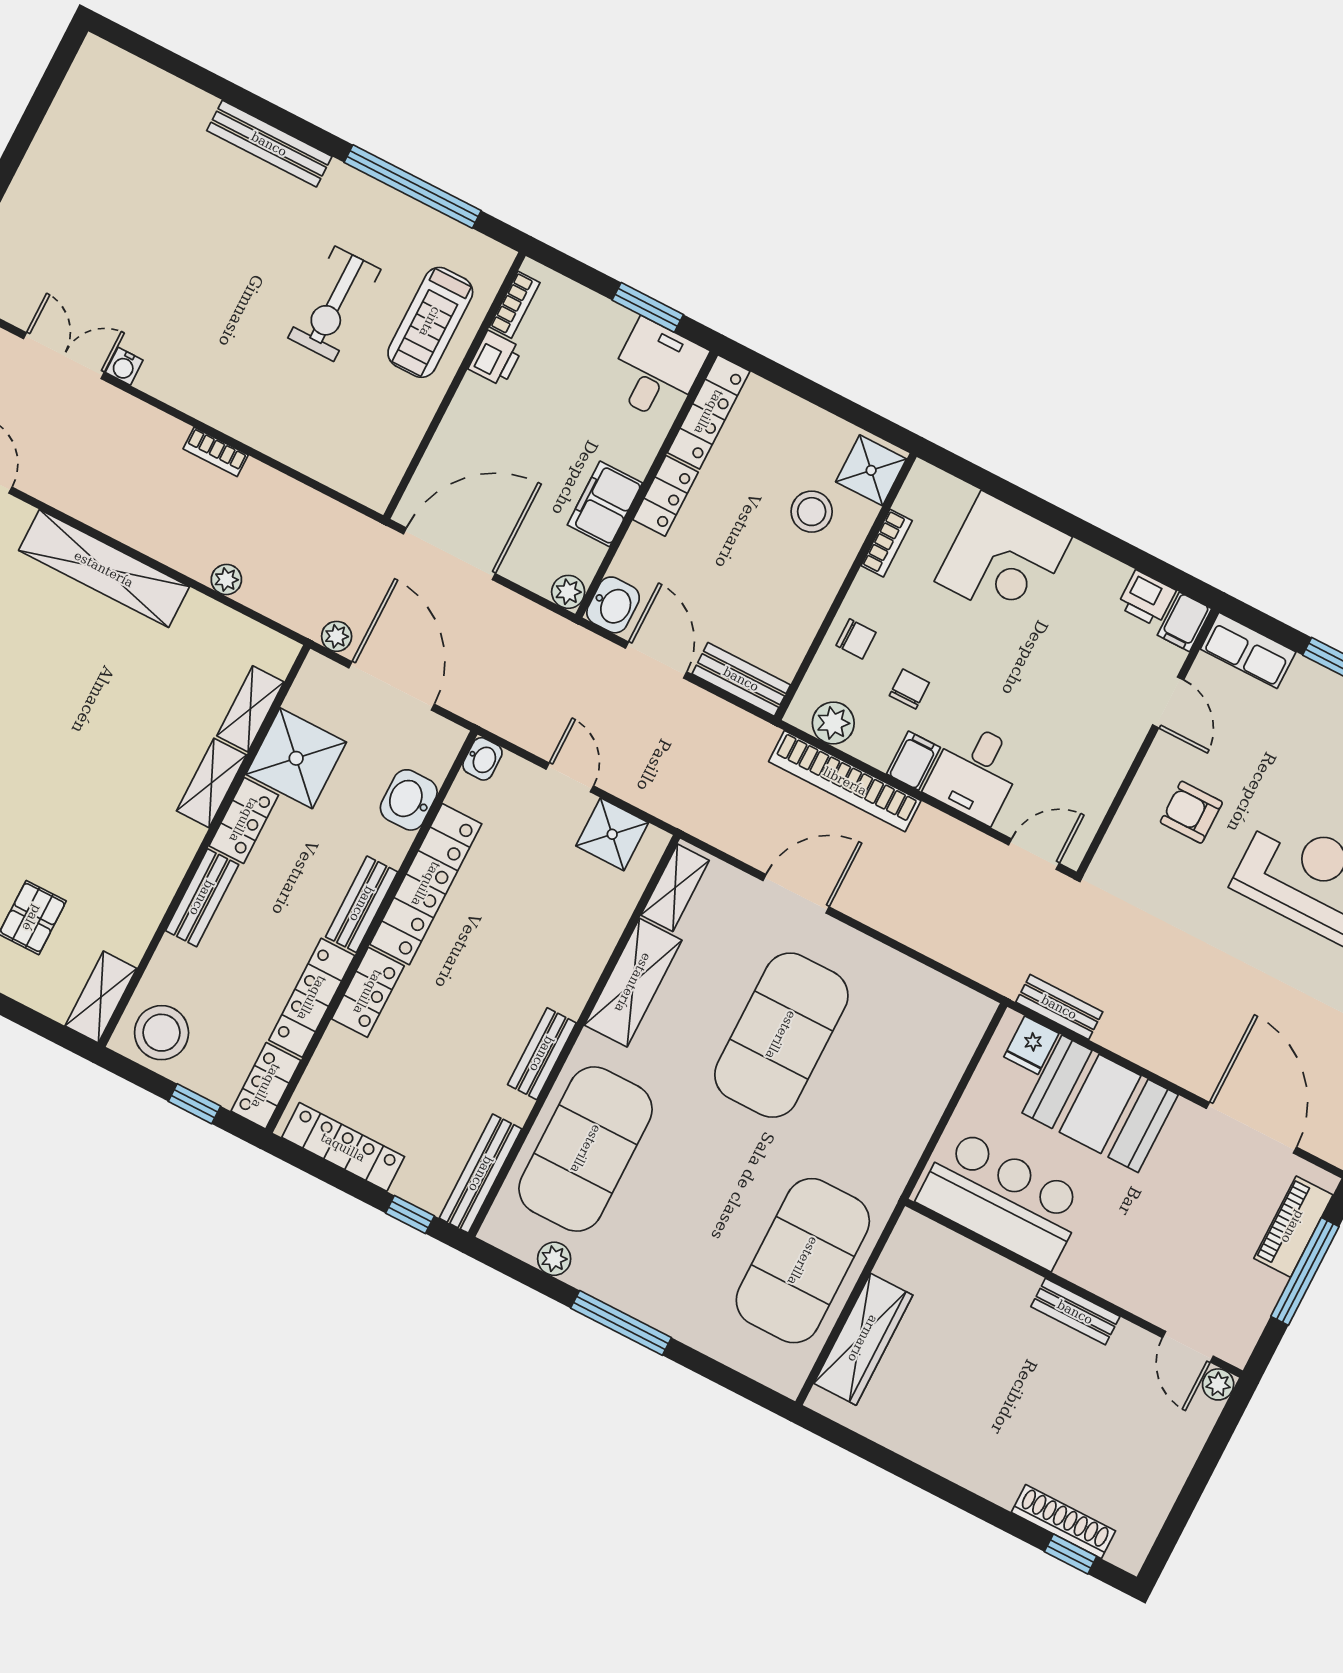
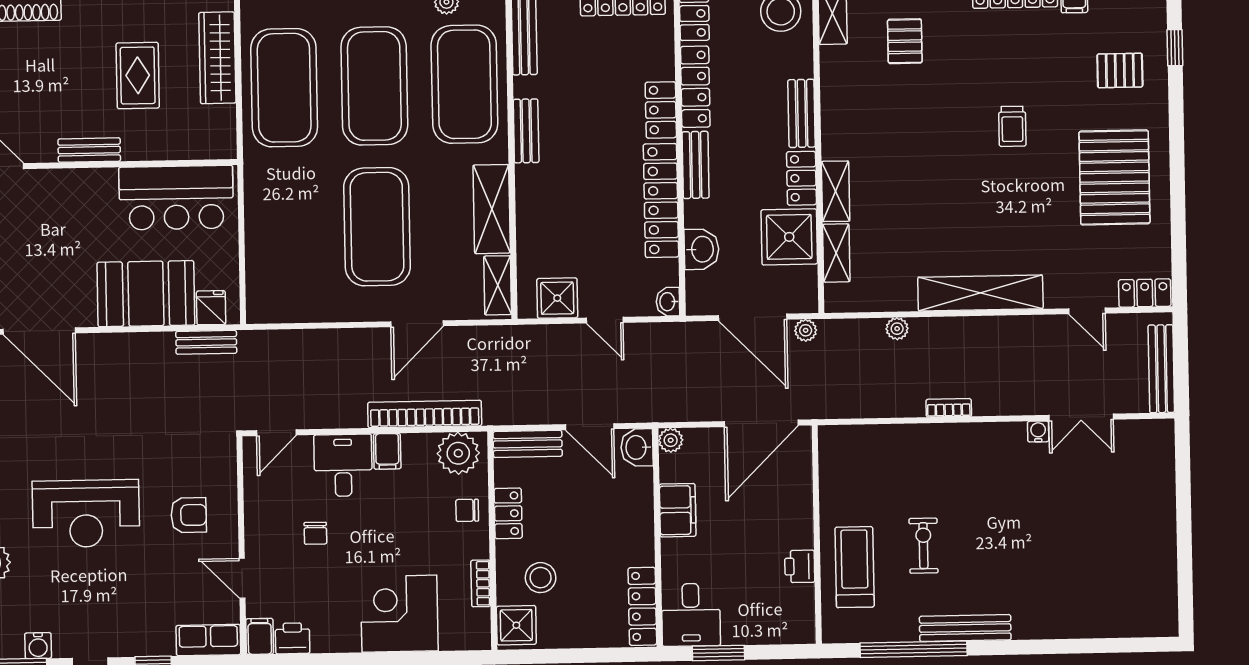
bench: (269, 144) -> (965, 628), moved
exercise bike: (334, 304) -> (923, 546), width x0.73, depth x0.72
bookcase: (515, 305) -> (806, 608), removed
locker: (666, 496) -> (508, 513), moved, turned 180
chair: (909, 689) -> (315, 533), moved
plant: (833, 723) -> (458, 453), width x1.36, depth x1.36
exercise mat: (694, 1205) -> (374, 86), added
rug: (970, 1369) -> (138, 75), added

